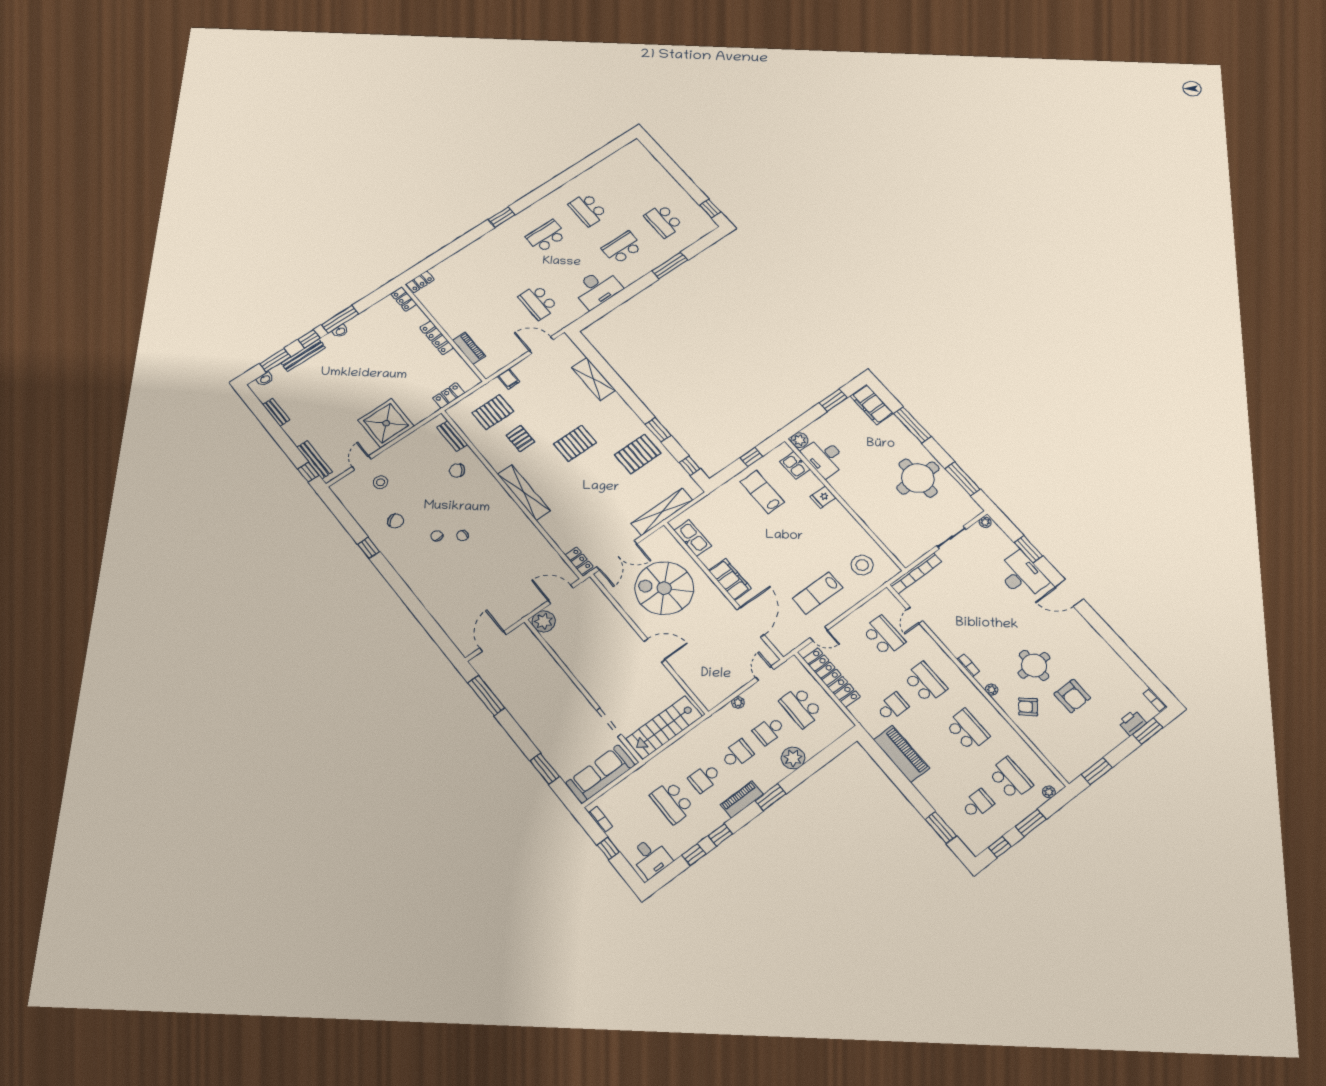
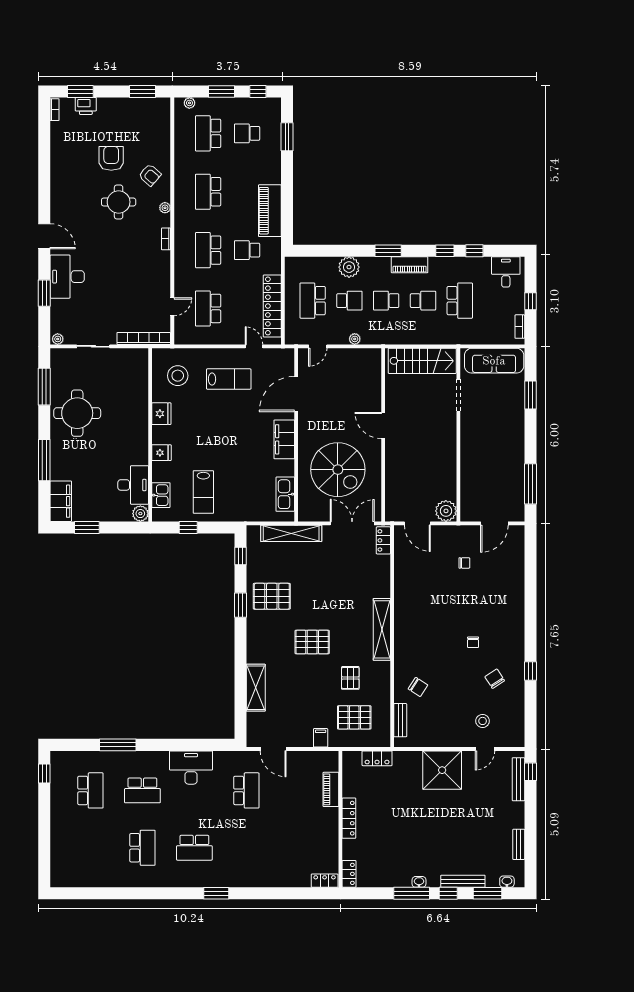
fridge: (849, 526) -> (161, 414), added
chair: (463, 536) -> (464, 563), moved
school desk: (801, 707) -> (313, 301), turned 180

